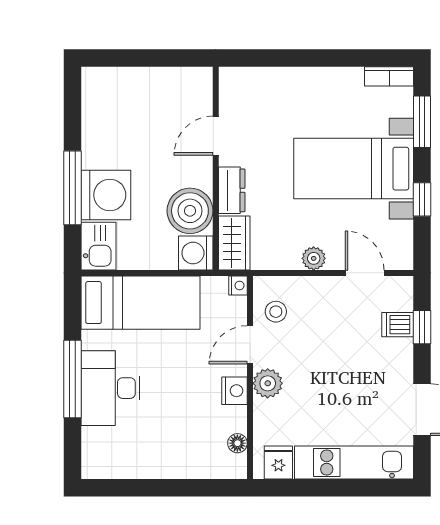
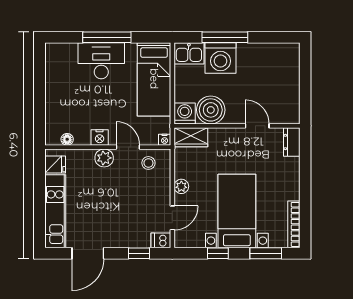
bookcase: (389, 76) -> (294, 224), width x1.56
dresser: (232, 190) -> (292, 142), moved, turned 90
dishwasher: (398, 325) -> (161, 240), moved, turned -90

